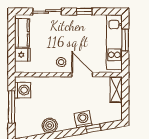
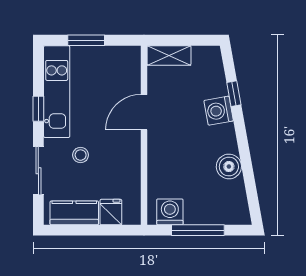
kitchen unit: (114, 42) -> (57, 92), moved, turned -90
stool: (61, 62) -> (81, 155), moved

